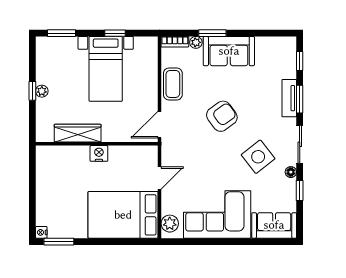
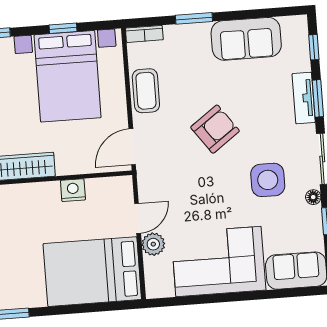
plant: (196, 42) -> (173, 33), removed
sofa: (229, 51) -> (246, 39), moved
bed with nightstands: (106, 69) -> (68, 76), width x1.36
nightstand: (99, 153) -> (73, 190), moved
side table: (258, 157) -> (268, 180), turned 38
plant: (170, 224) -> (153, 244), moved

